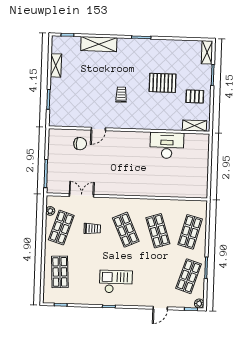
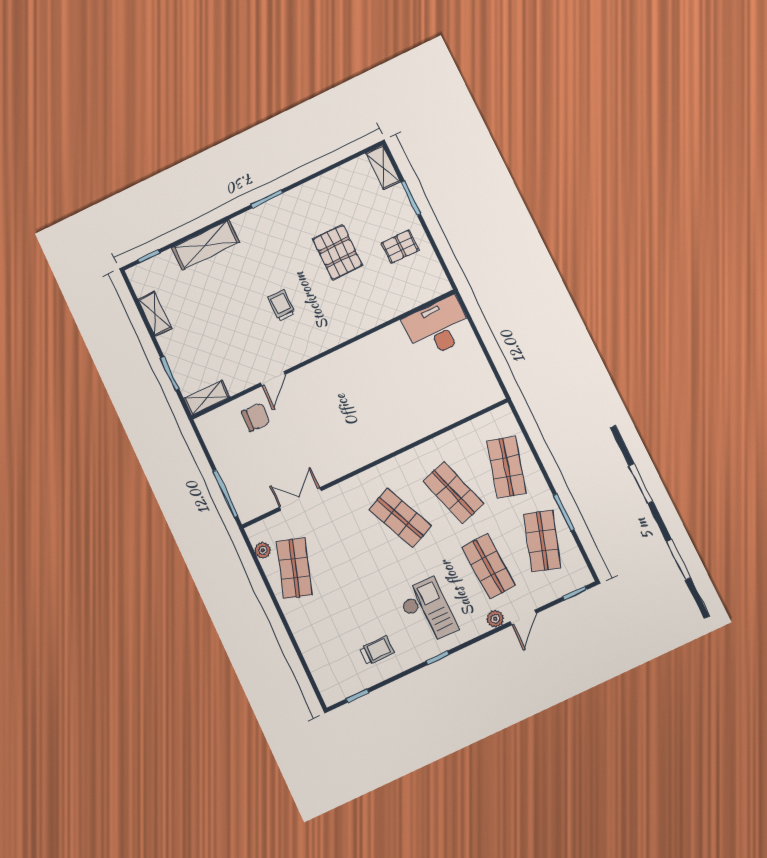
pallet: (163, 83) -> (338, 252), turned 90
shelving: (195, 126) -> (207, 398), moved
desk: (167, 145) -> (438, 327), moved
trolley: (92, 229) -> (377, 650), moved
shop shelf: (60, 272) -> (489, 566), moved
checkout: (116, 282) -> (428, 611), turned 90
plant: (199, 304) -> (495, 619), moved

